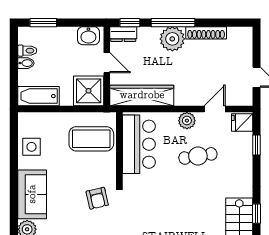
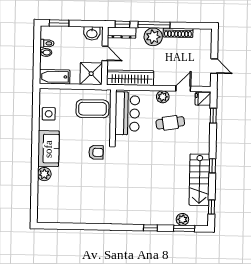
dresser: (123, 34) -> (122, 33), width x1.44
armchair: (97, 198) -> (96, 152), turned -77

